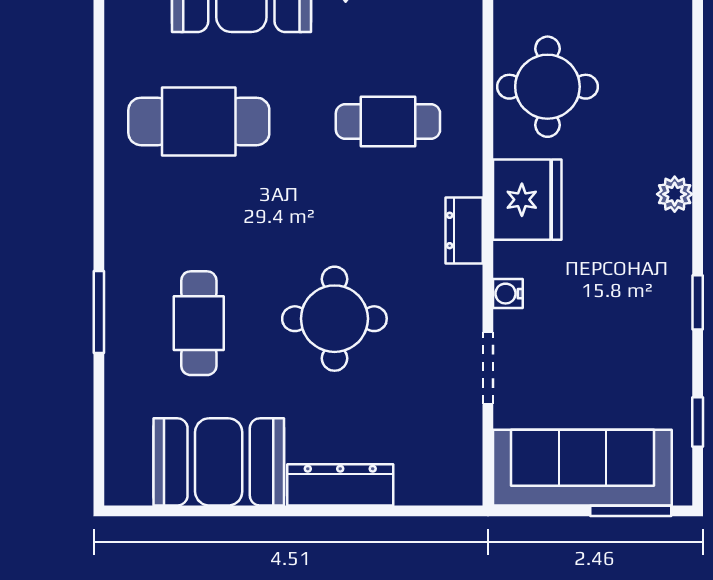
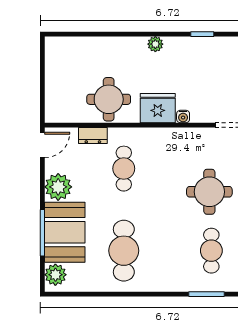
dresser: (464, 230) -> (93, 135), moved
water cooler: (508, 294) -> (183, 116), moved
cafe table: (199, 323) -> (211, 251), turned 90

